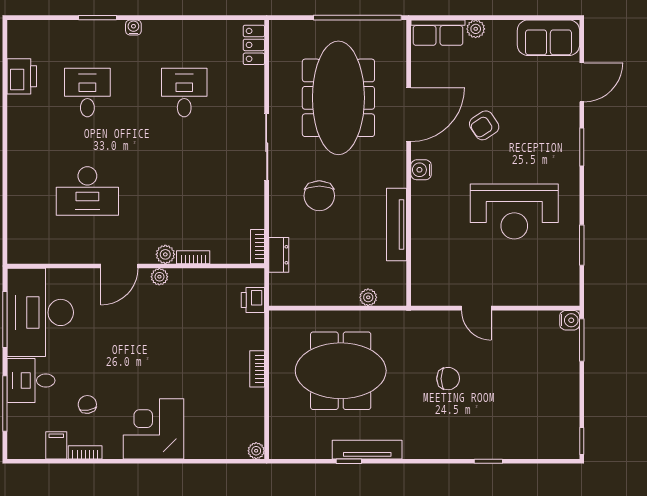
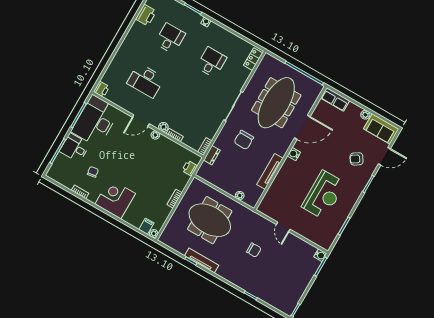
plant: (476, 29) -> (365, 115), moved
armchair: (484, 125) -> (357, 159), moved
reception desk: (514, 212) -> (323, 195), turned -90
printer: (19, 251) -> (102, 89), added
filing cabinet: (56, 445) -> (146, 226), moved

